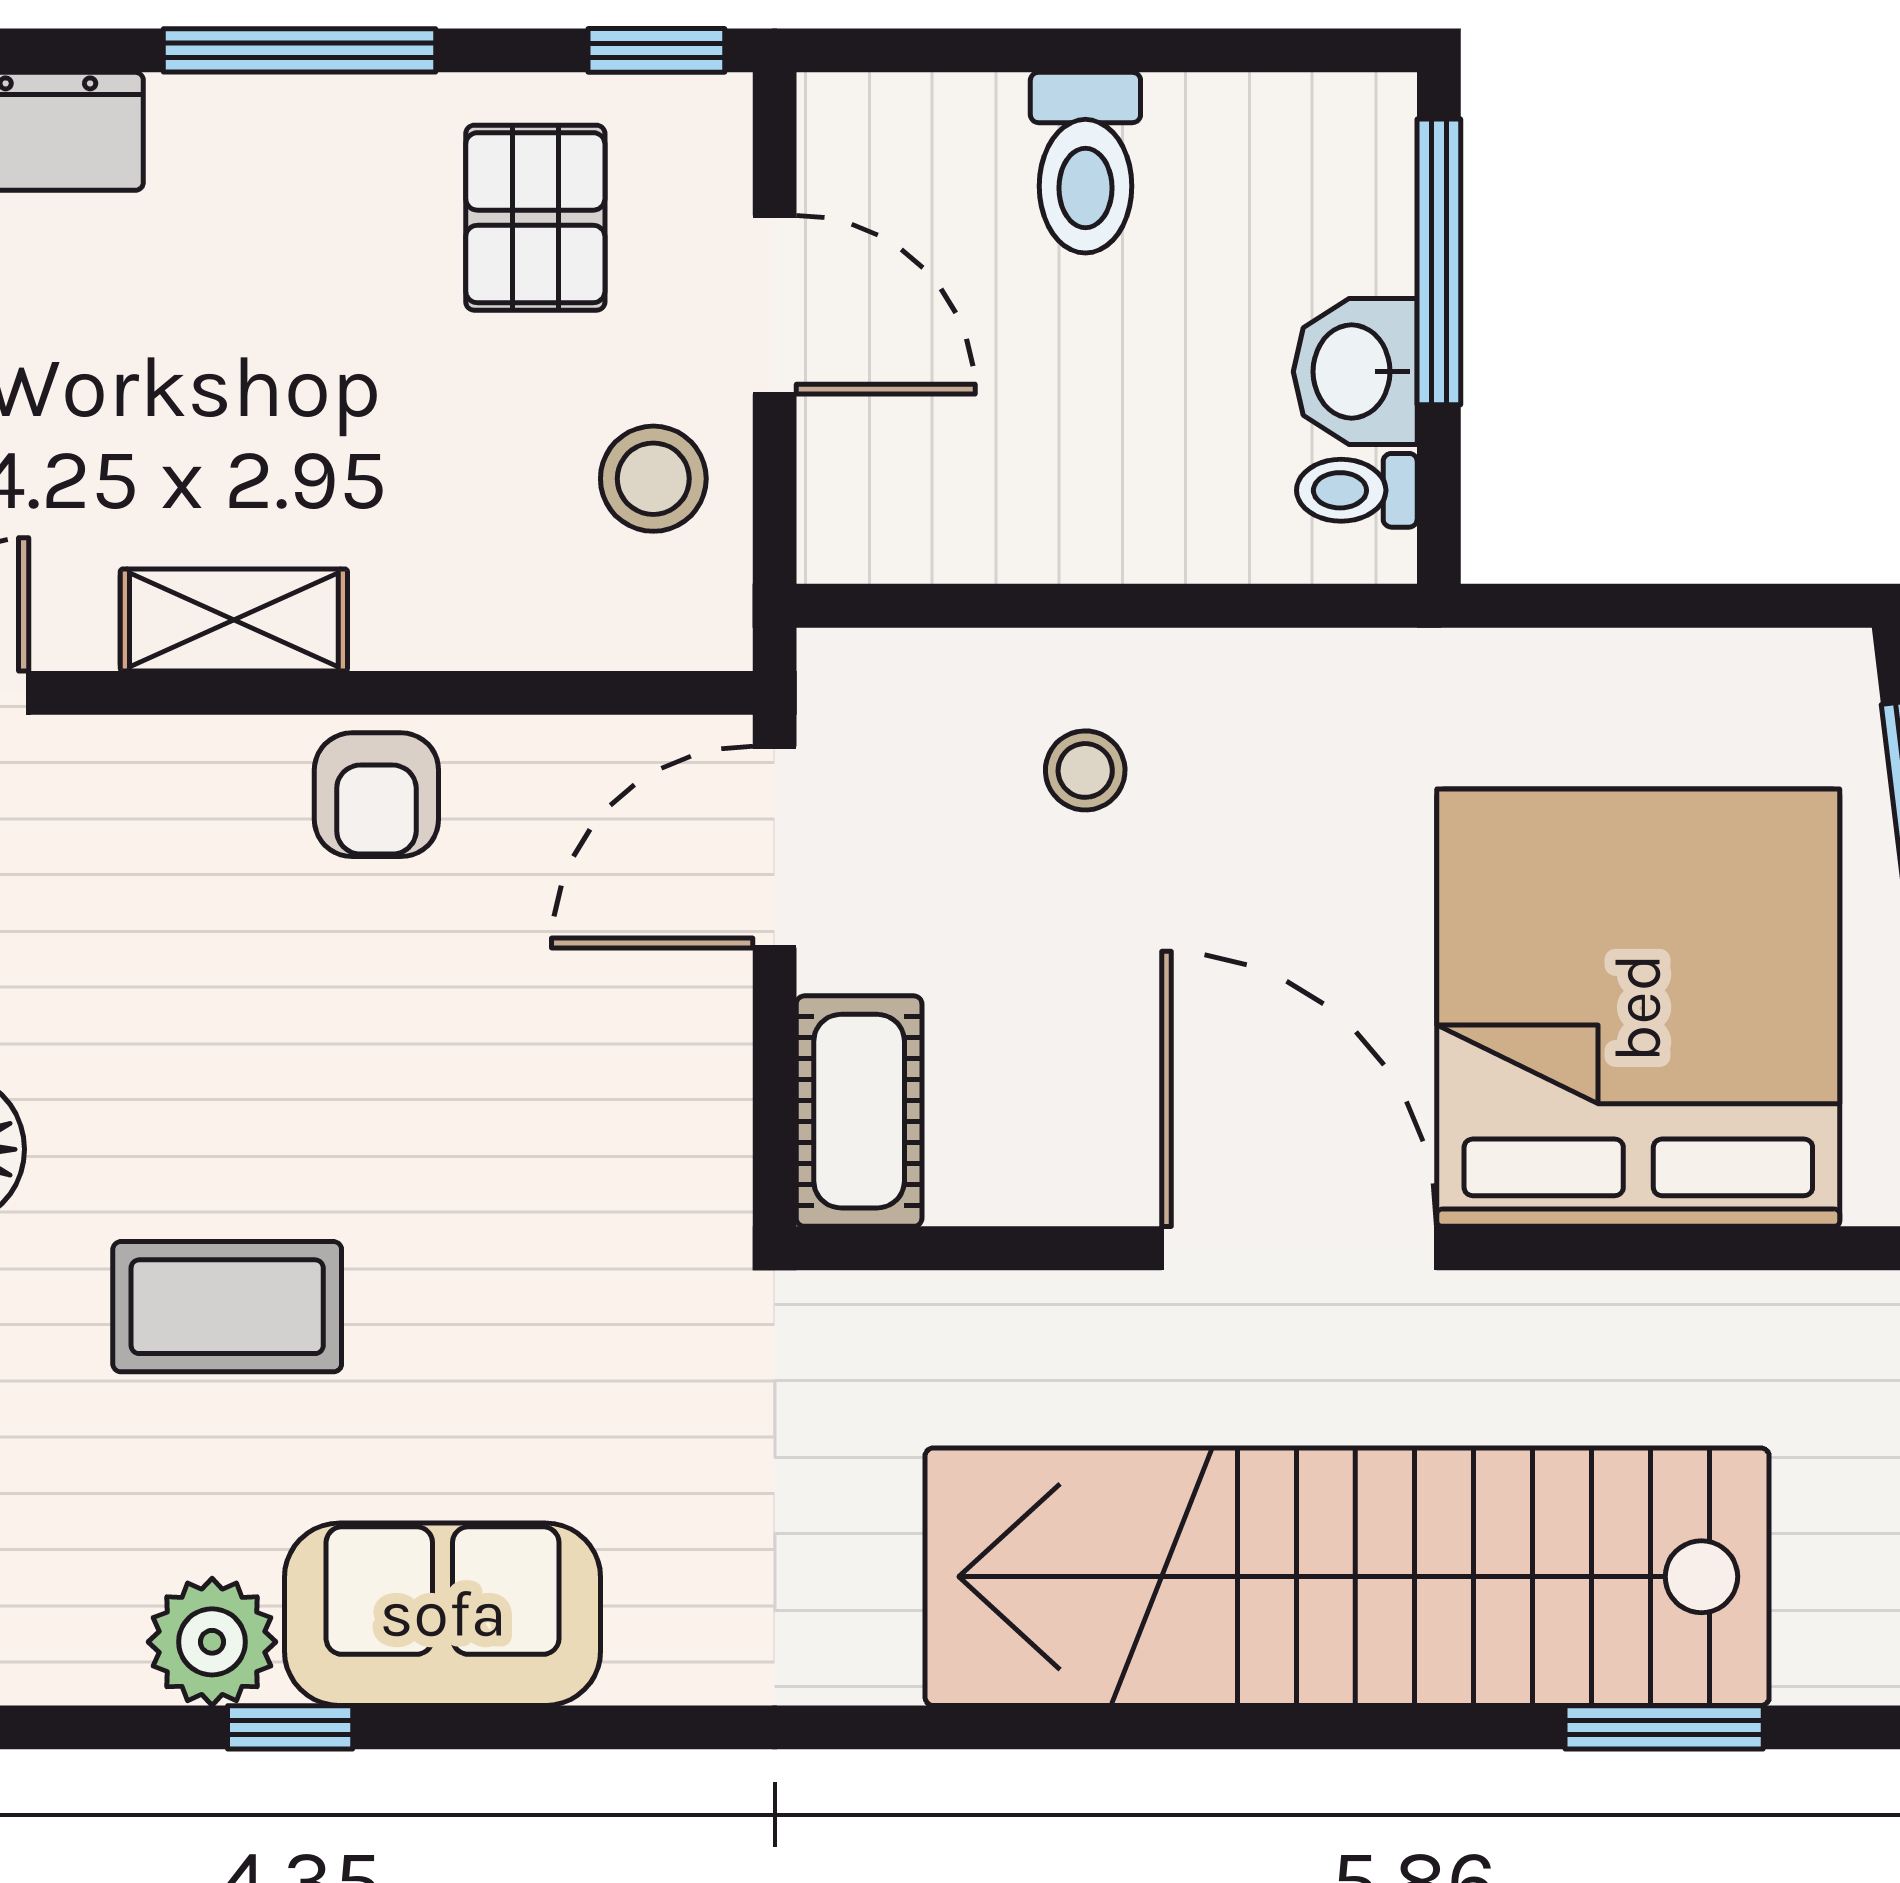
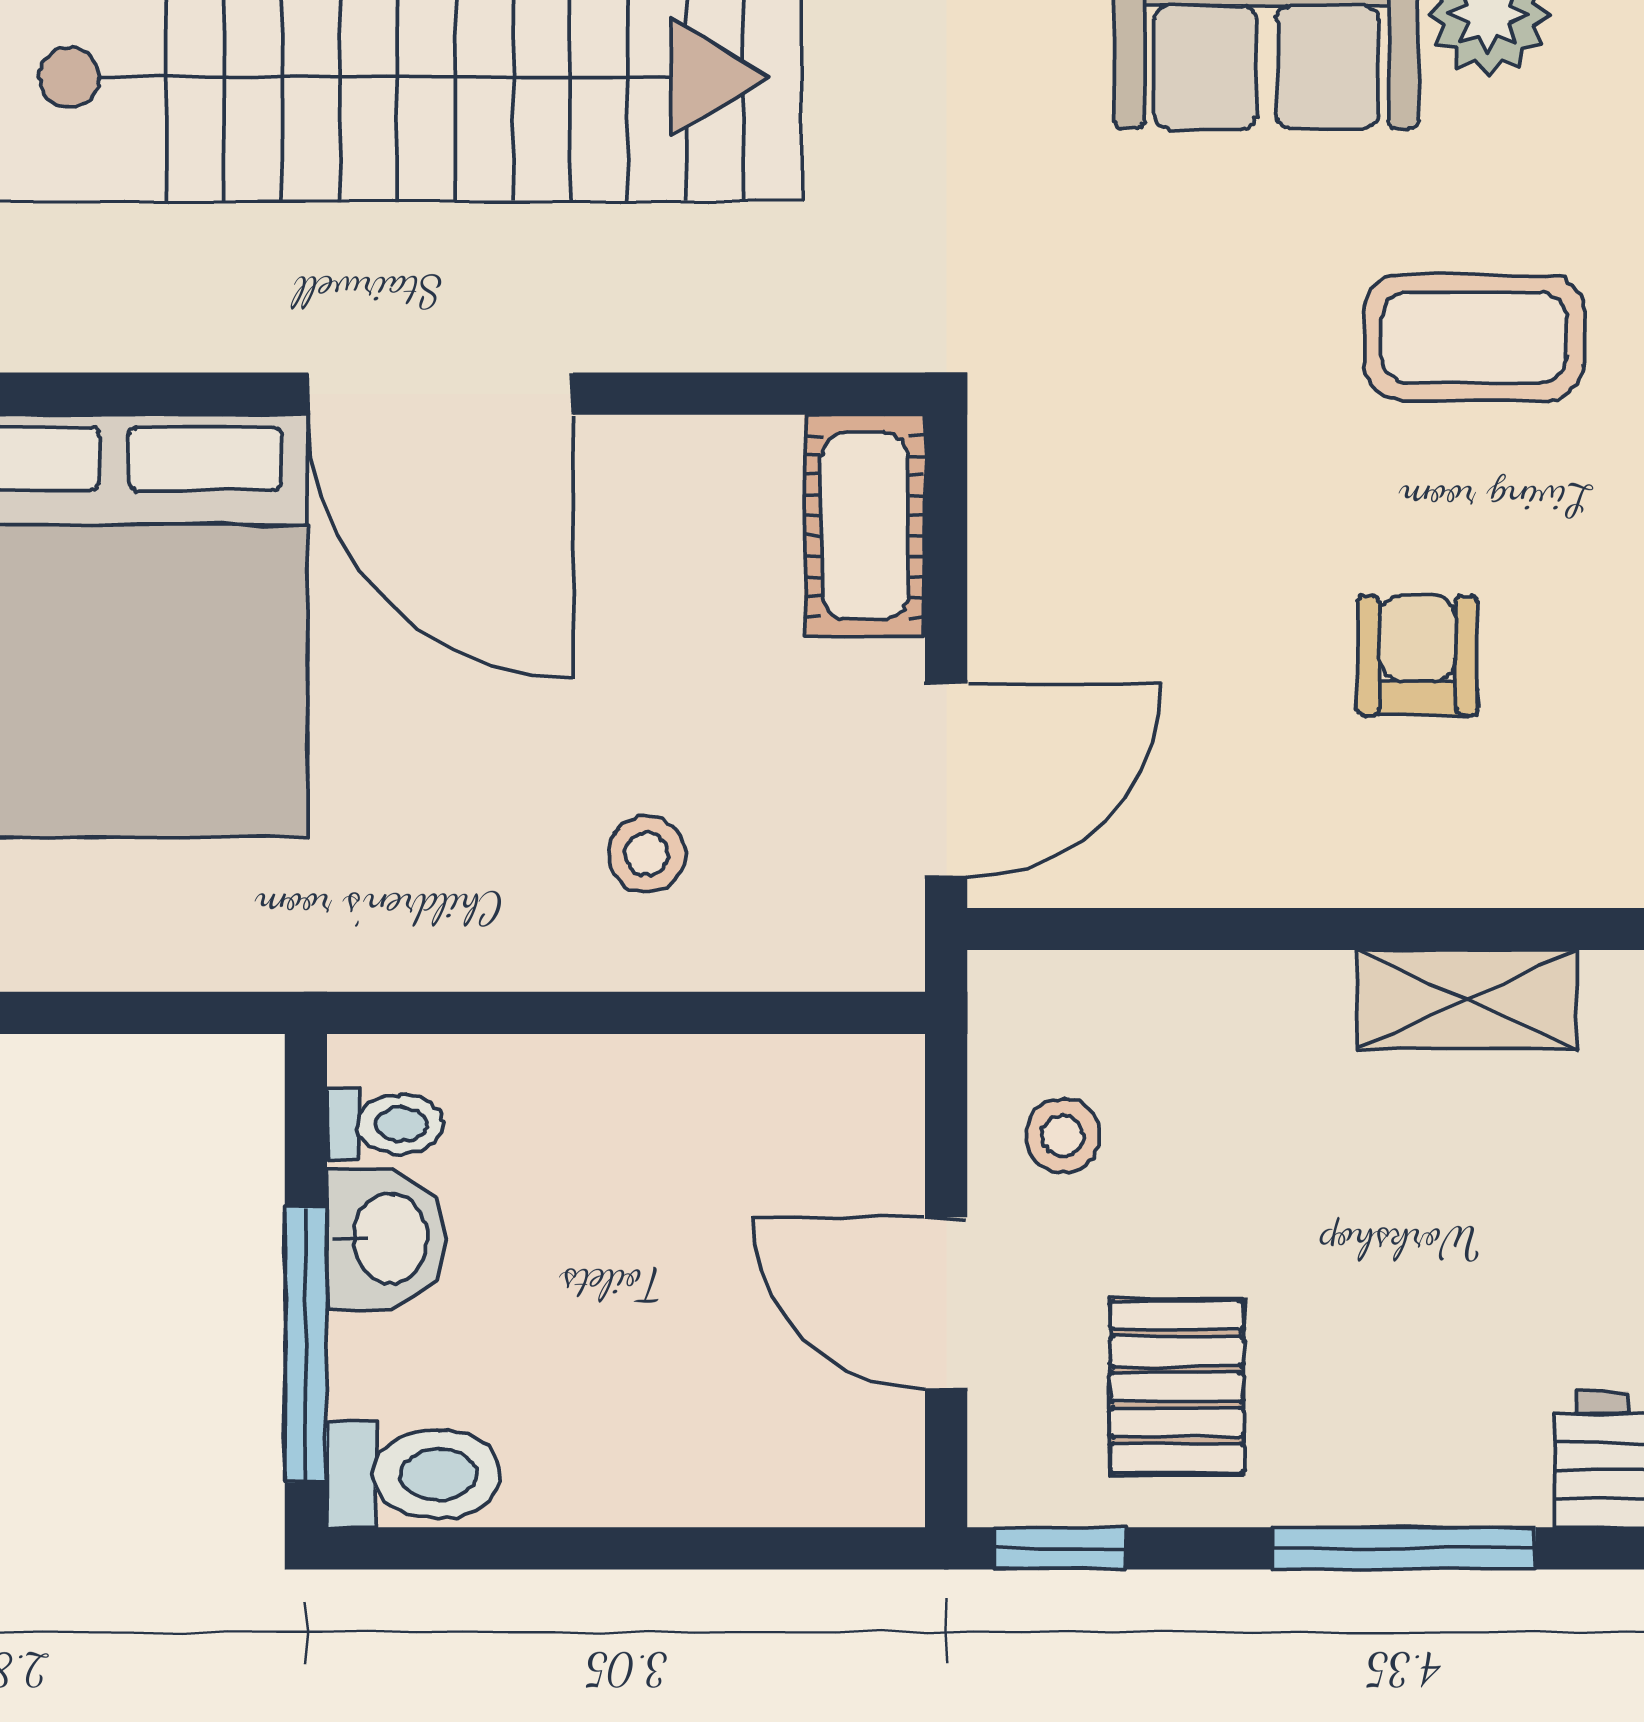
toilet: (1085, 163) -> (414, 1474), moved, turned 90
stool: (653, 479) -> (1063, 1135), width x0.73, depth x0.73
armchair: (376, 795) -> (1418, 655), moved

